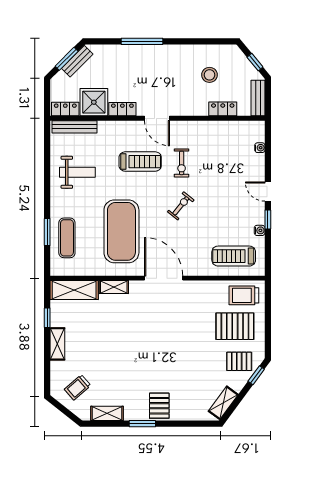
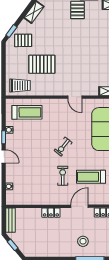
stool: (209, 75) -> (83, 241), moved
locker: (223, 109) -> (51, 213), moved
door: (157, 118) -> (80, 206), hinge flipped
door: (164, 278) -> (75, 97), width x0.53
pallet: (235, 326) -> (42, 64), moved

